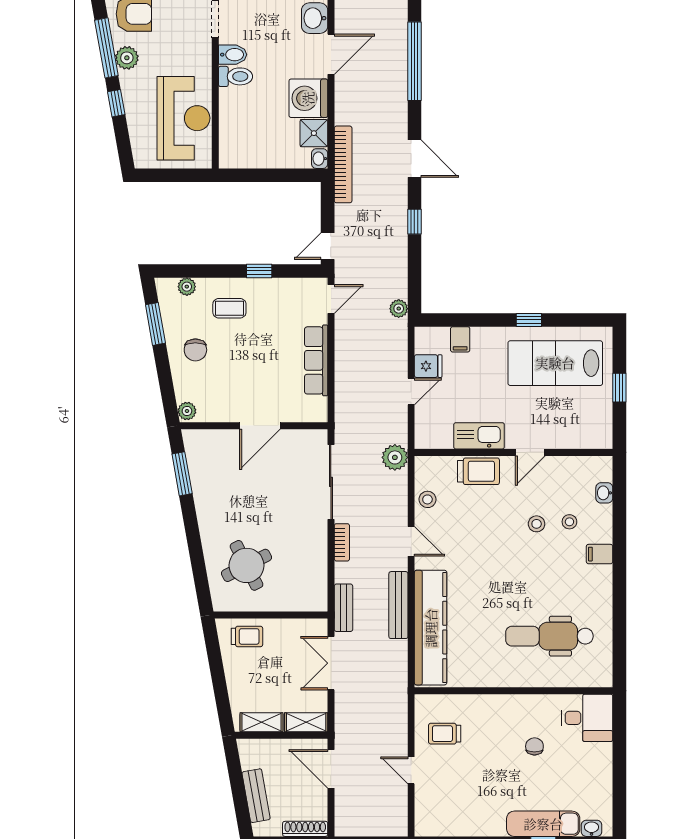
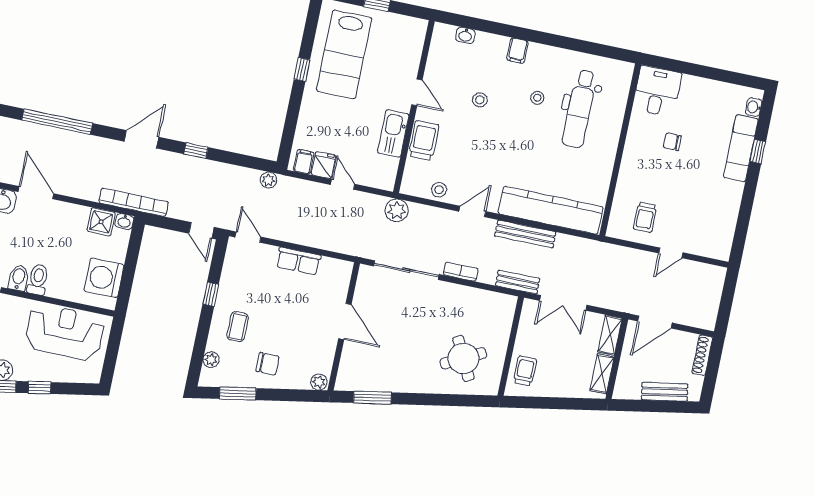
washing machine: (308, 98) -> (104, 278), moved, turned 90
filing cabinet: (460, 339) -> (304, 162), moved, turned -90
row of seats: (316, 360) -> (298, 261), width x0.68
stool: (569, 522) -> (537, 98), moved

